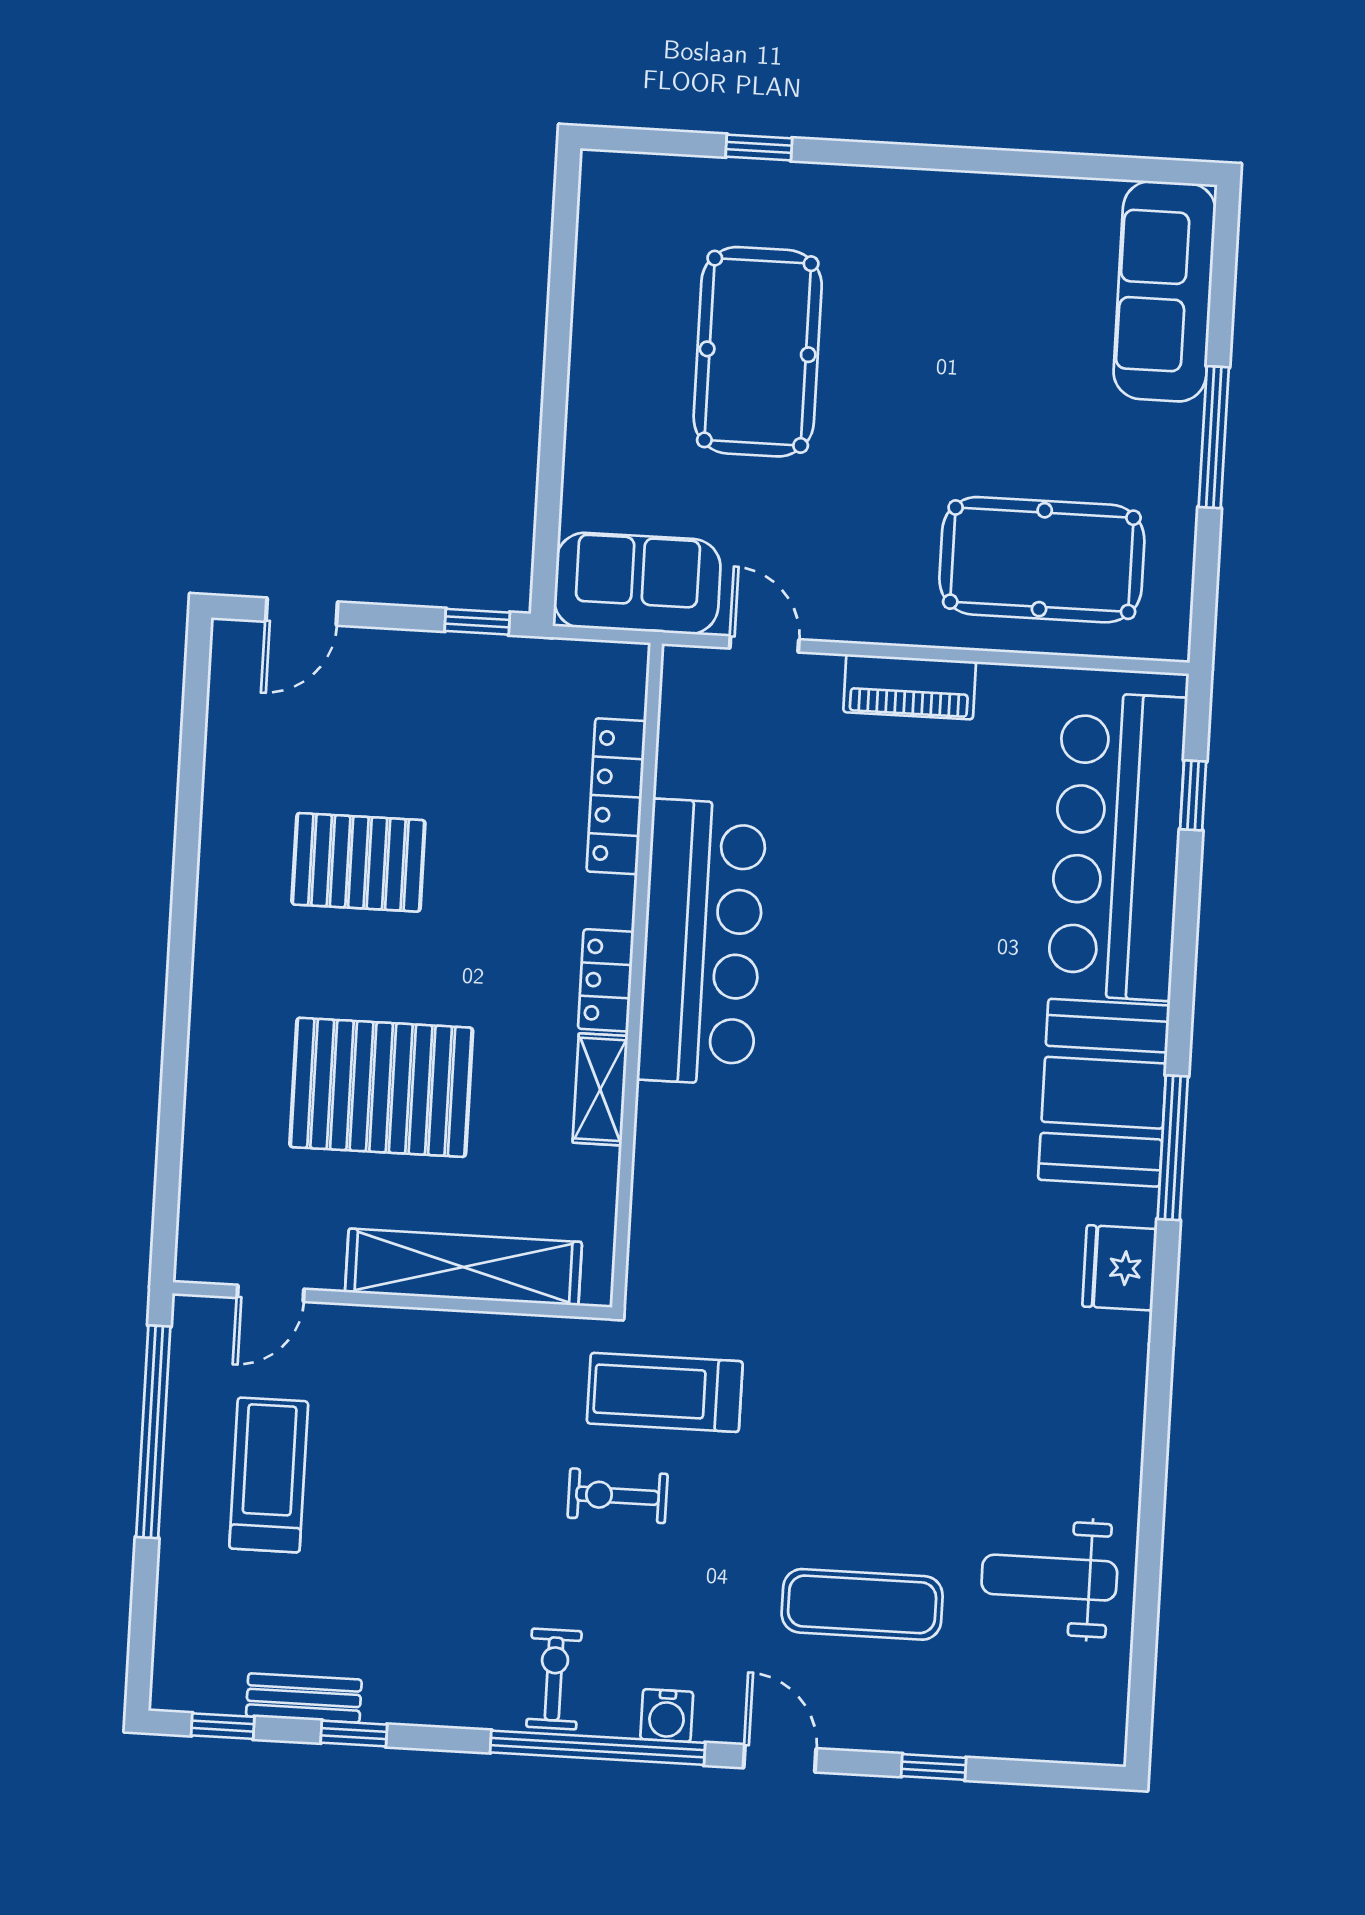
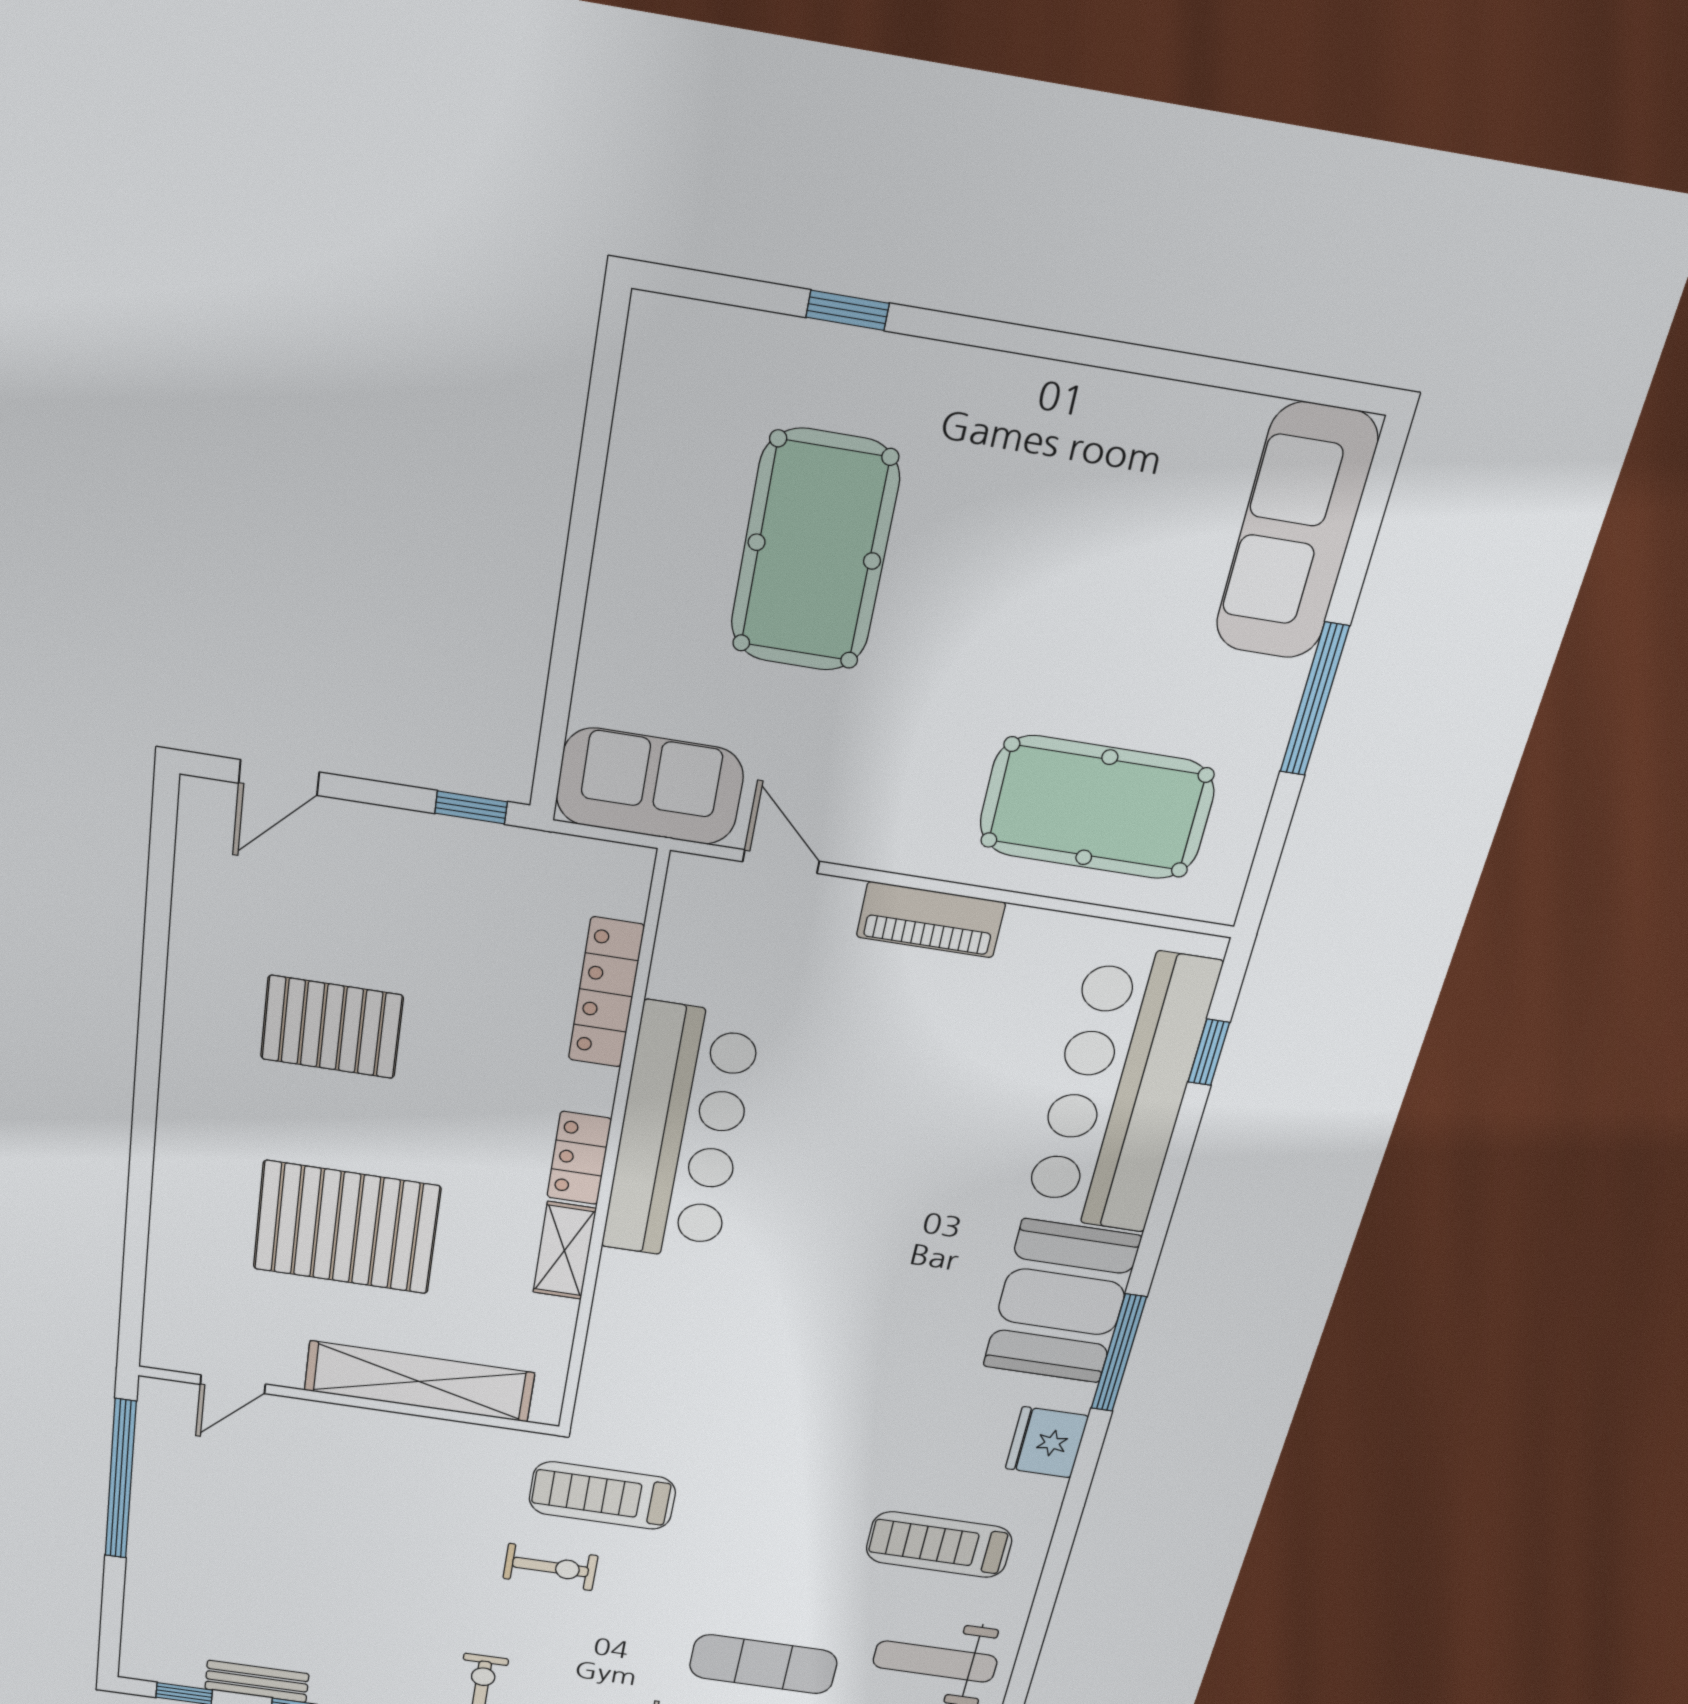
treadmill: (269, 1475) -> (939, 1545), moved, turned -90
exercise bike: (618, 1496) -> (550, 1567), turned 180

